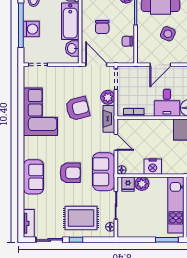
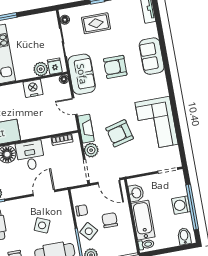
side table: (124, 20) -> (89, 231), added
rug: (81, 218) -> (96, 23), width x0.73, depth x0.70

